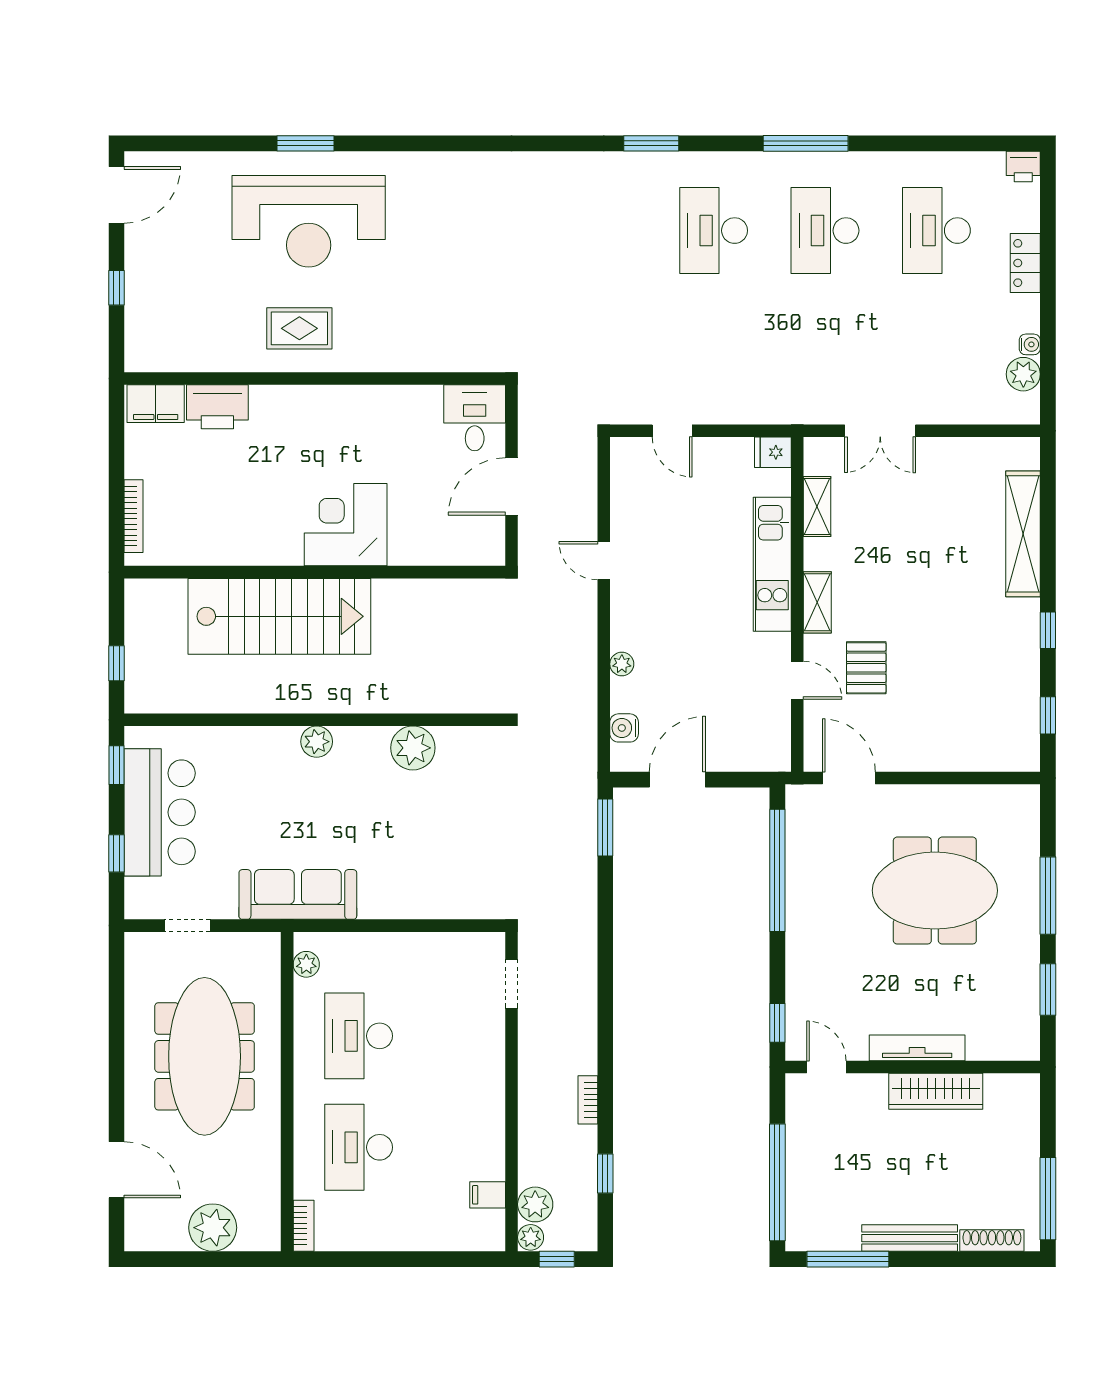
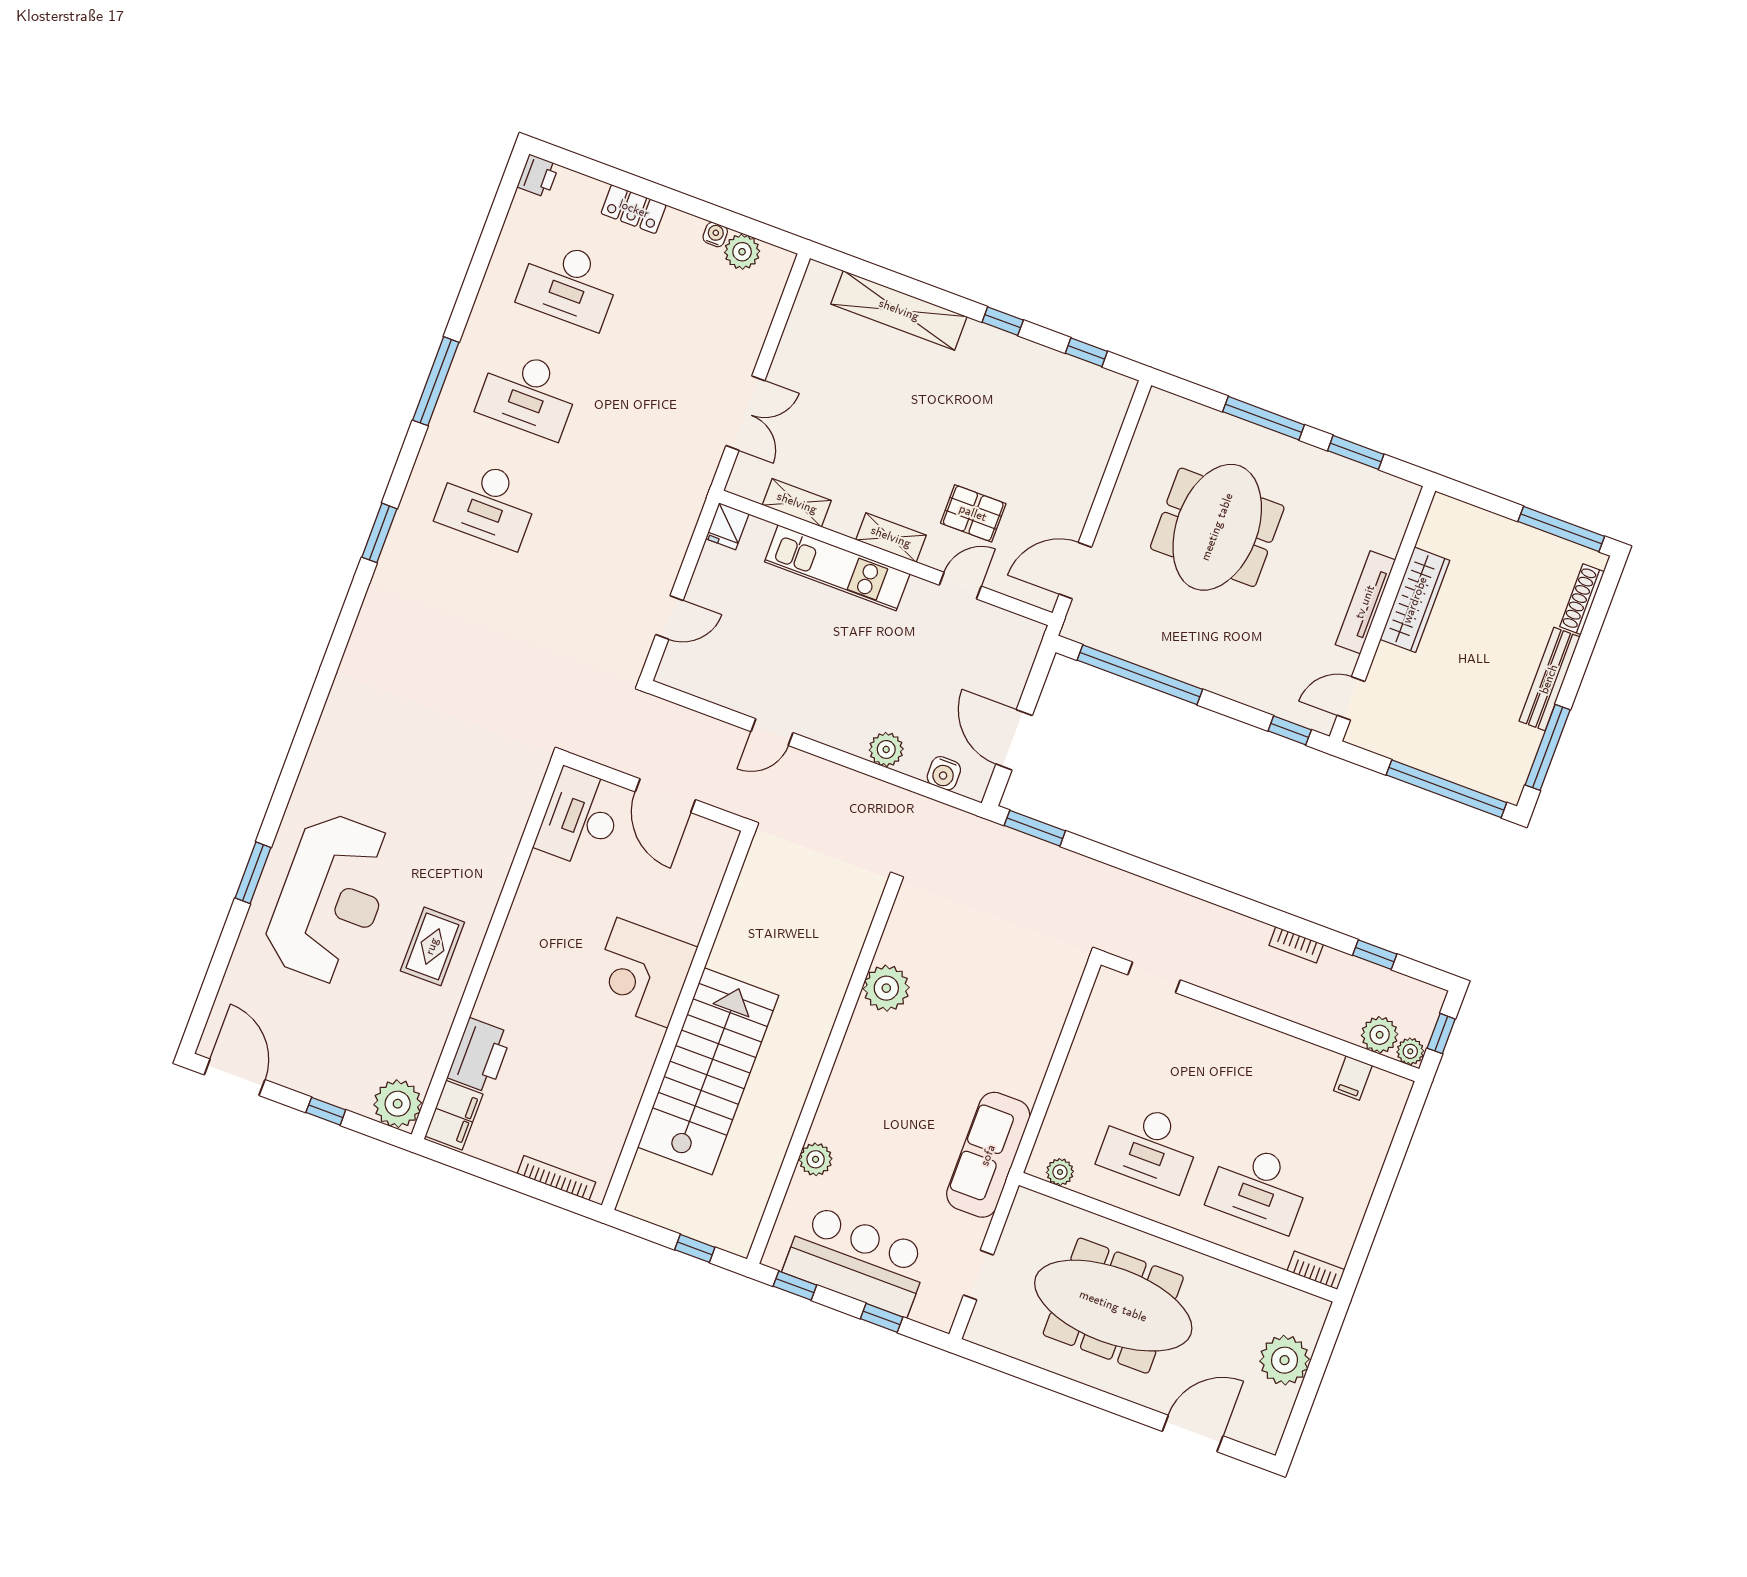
plant: (147, 349) -> (398, 1104), added
desk: (475, 418) -> (580, 818), width x1.37
plant: (622, 664) -> (886, 749), width x1.38, depth x1.38
plant: (317, 742) -> (816, 1159), moved

